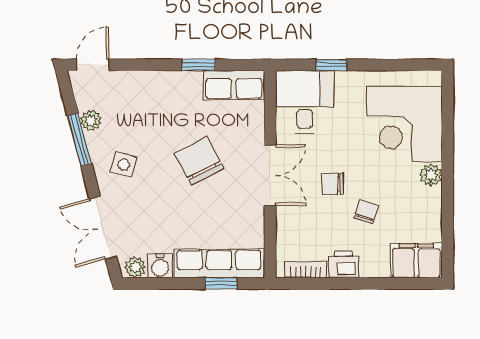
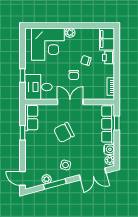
printer: (344, 264) -> (108, 57), moved

